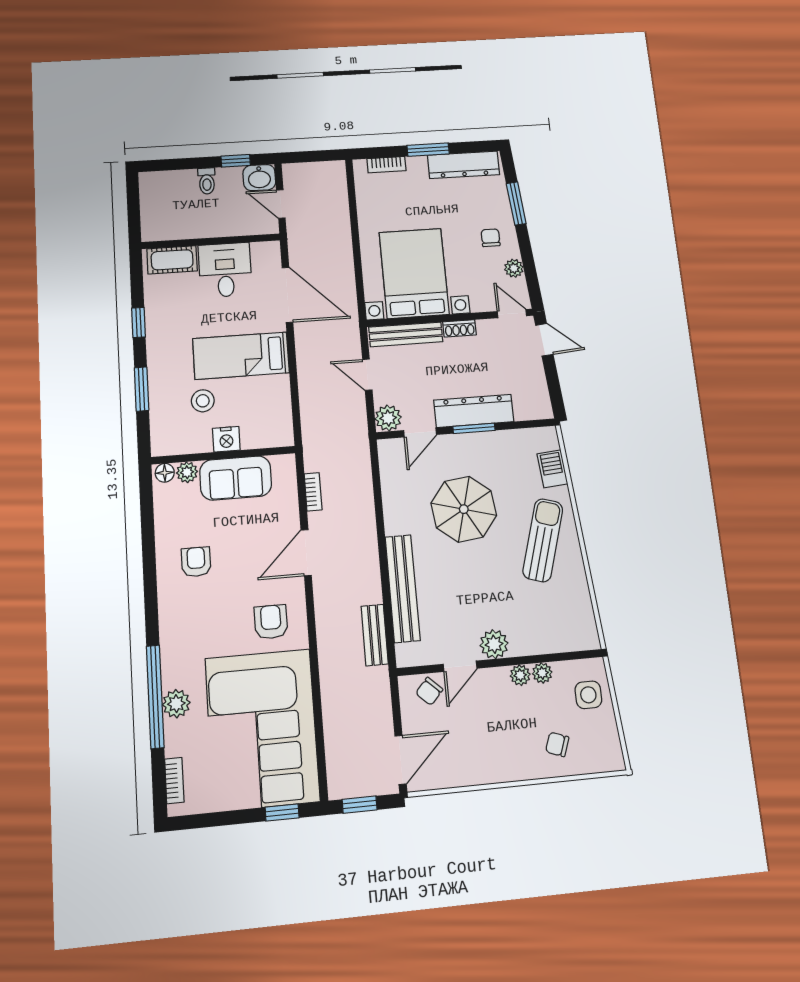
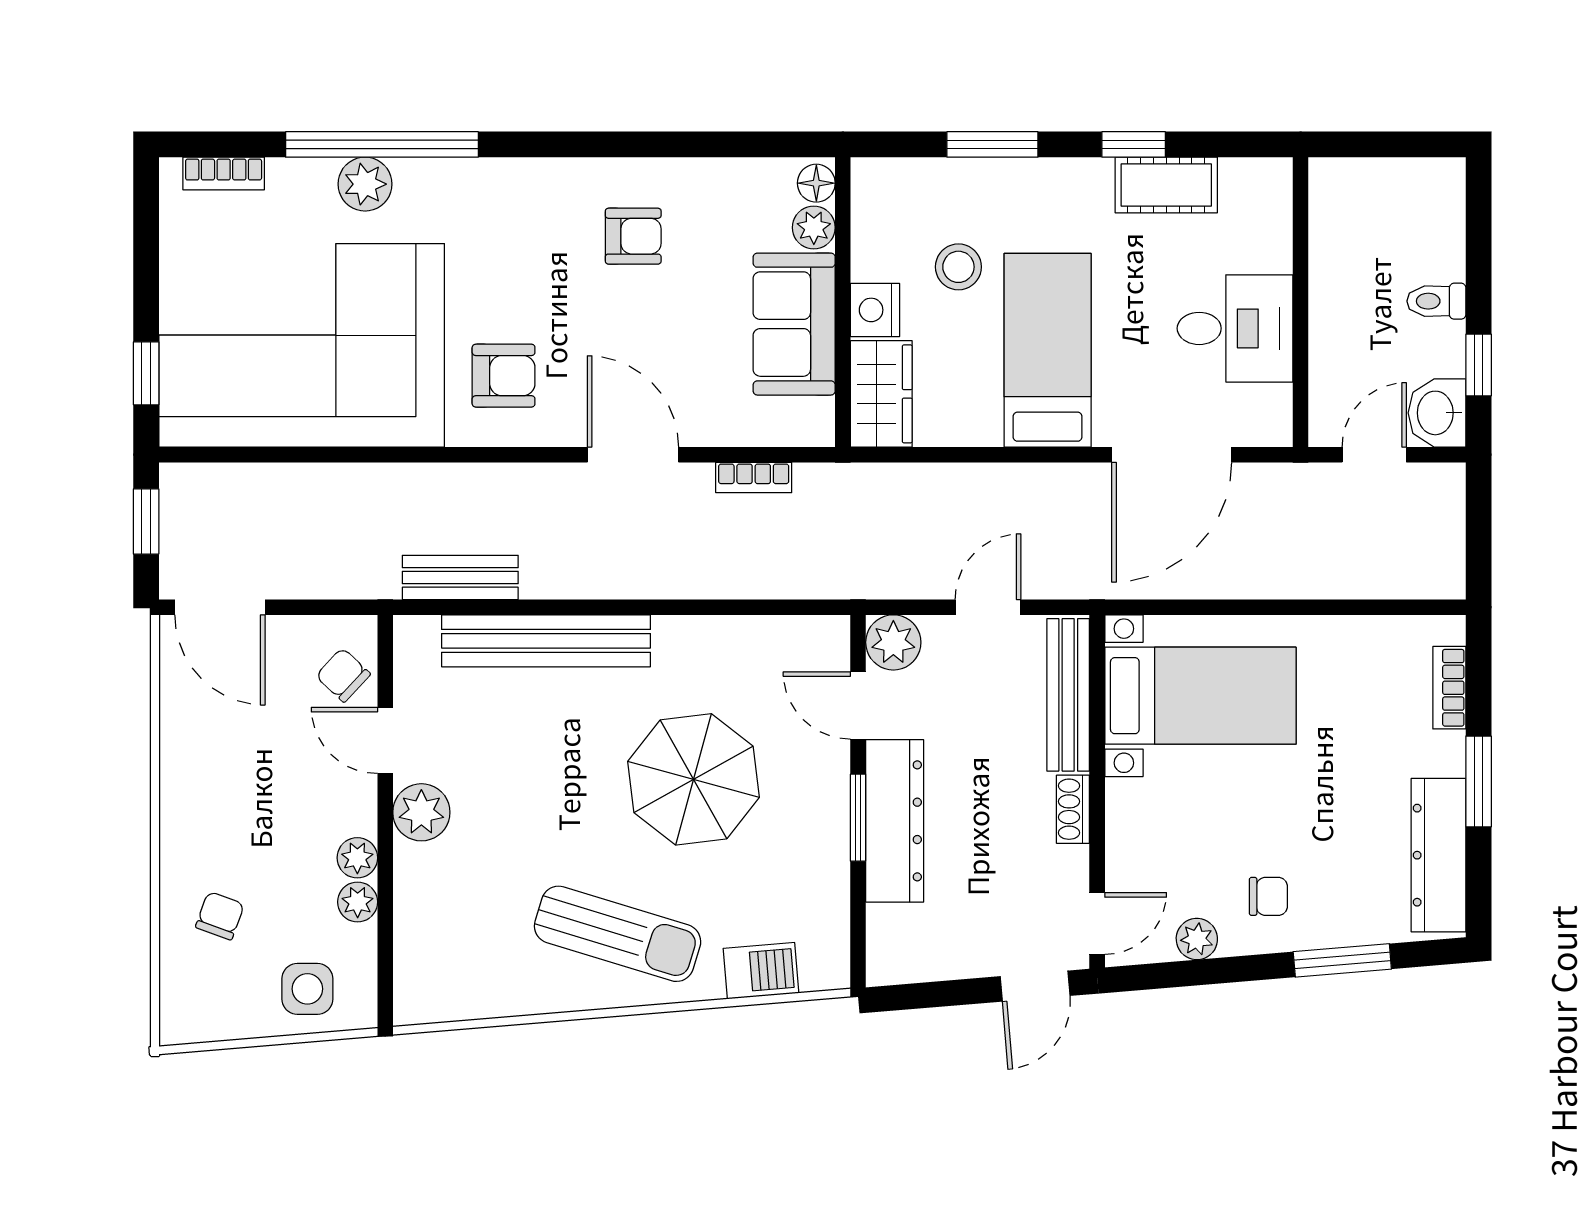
cot: (172, 260) -> (1166, 185), moved, turned 90
bed with nightstands: (414, 273) -> (1200, 696), width x0.73
wardrobe: (268, 433) -> (881, 394), added

